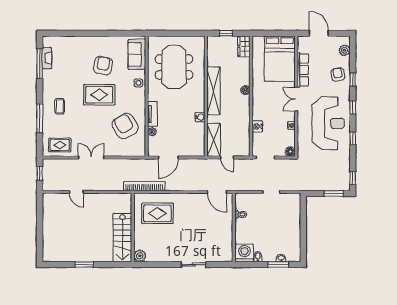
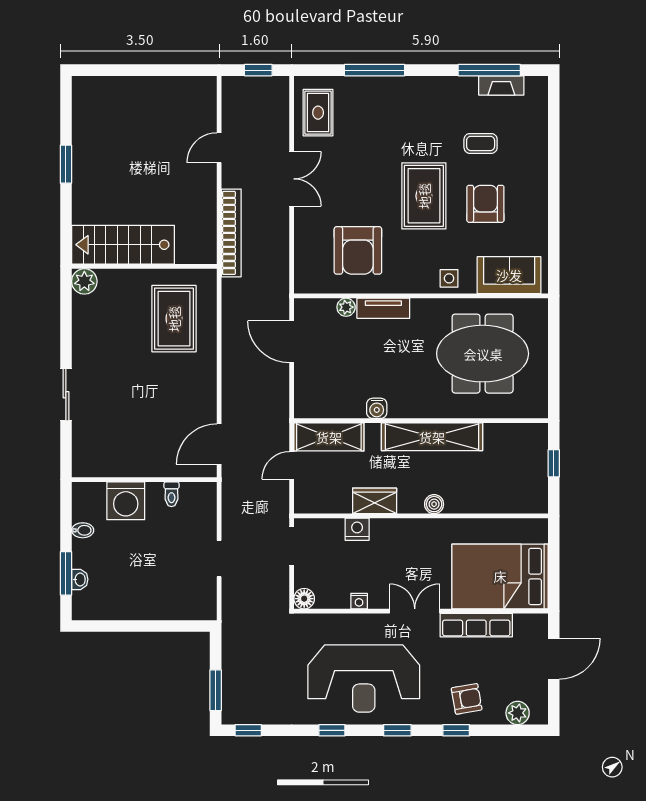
wardrobe: (244, 46) -> (375, 501), moved
armchair: (103, 66) -> (485, 204), turned -100
coffee table: (60, 106) -> (481, 143), moved
armchair: (125, 126) -> (358, 250), turned 121
bookcase: (144, 186) -> (231, 233), moved
washing machine: (244, 253) -> (126, 501), moved, turned 90

